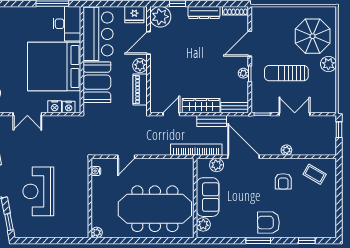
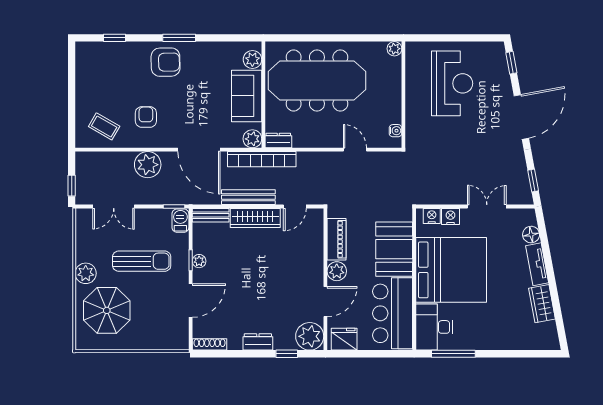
dresser: (204, 12) -> (258, 342), width x0.70
barbecue: (257, 103) -> (180, 221), added
double door: (295, 114) -> (114, 206), moved
bench: (212, 121) -> (248, 197), width x1.36
plant: (286, 150) -> (148, 165), width x1.88, depth x1.88
door: (126, 157) -> (355, 150), hinge flipped
dresser: (184, 164) -> (278, 140), added
plant: (217, 165) -> (252, 139), moved
reception desk: (38, 191) -> (452, 83), moved

